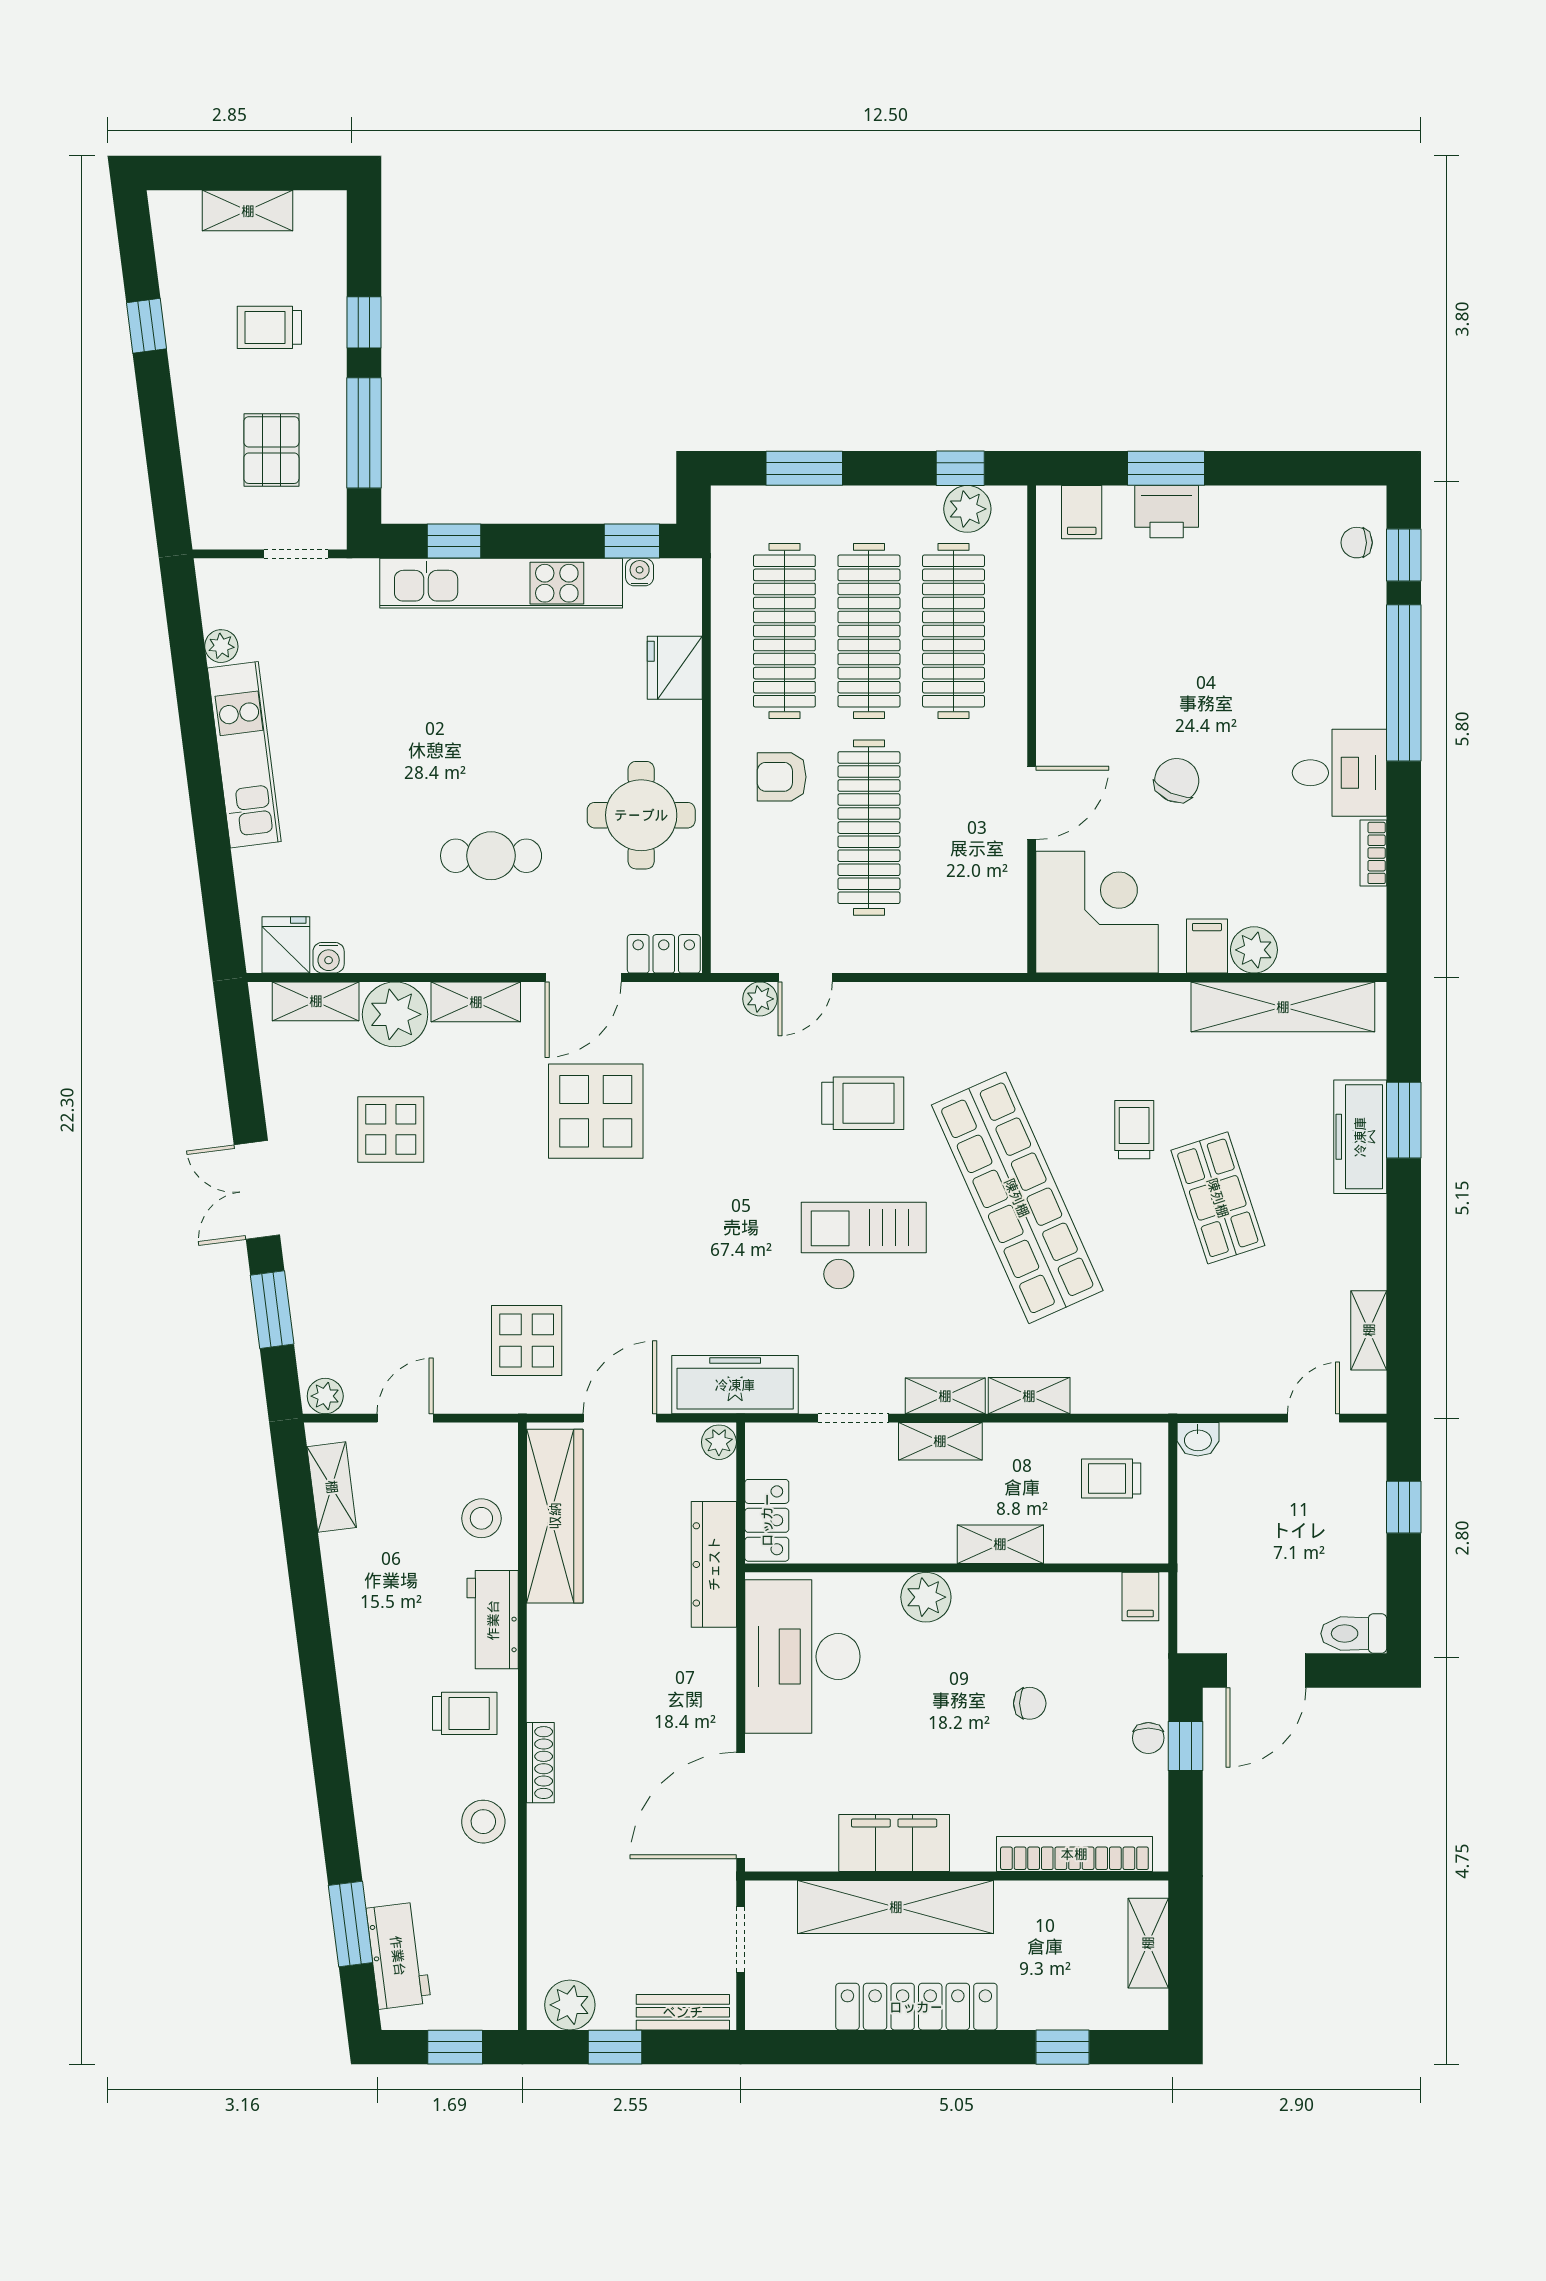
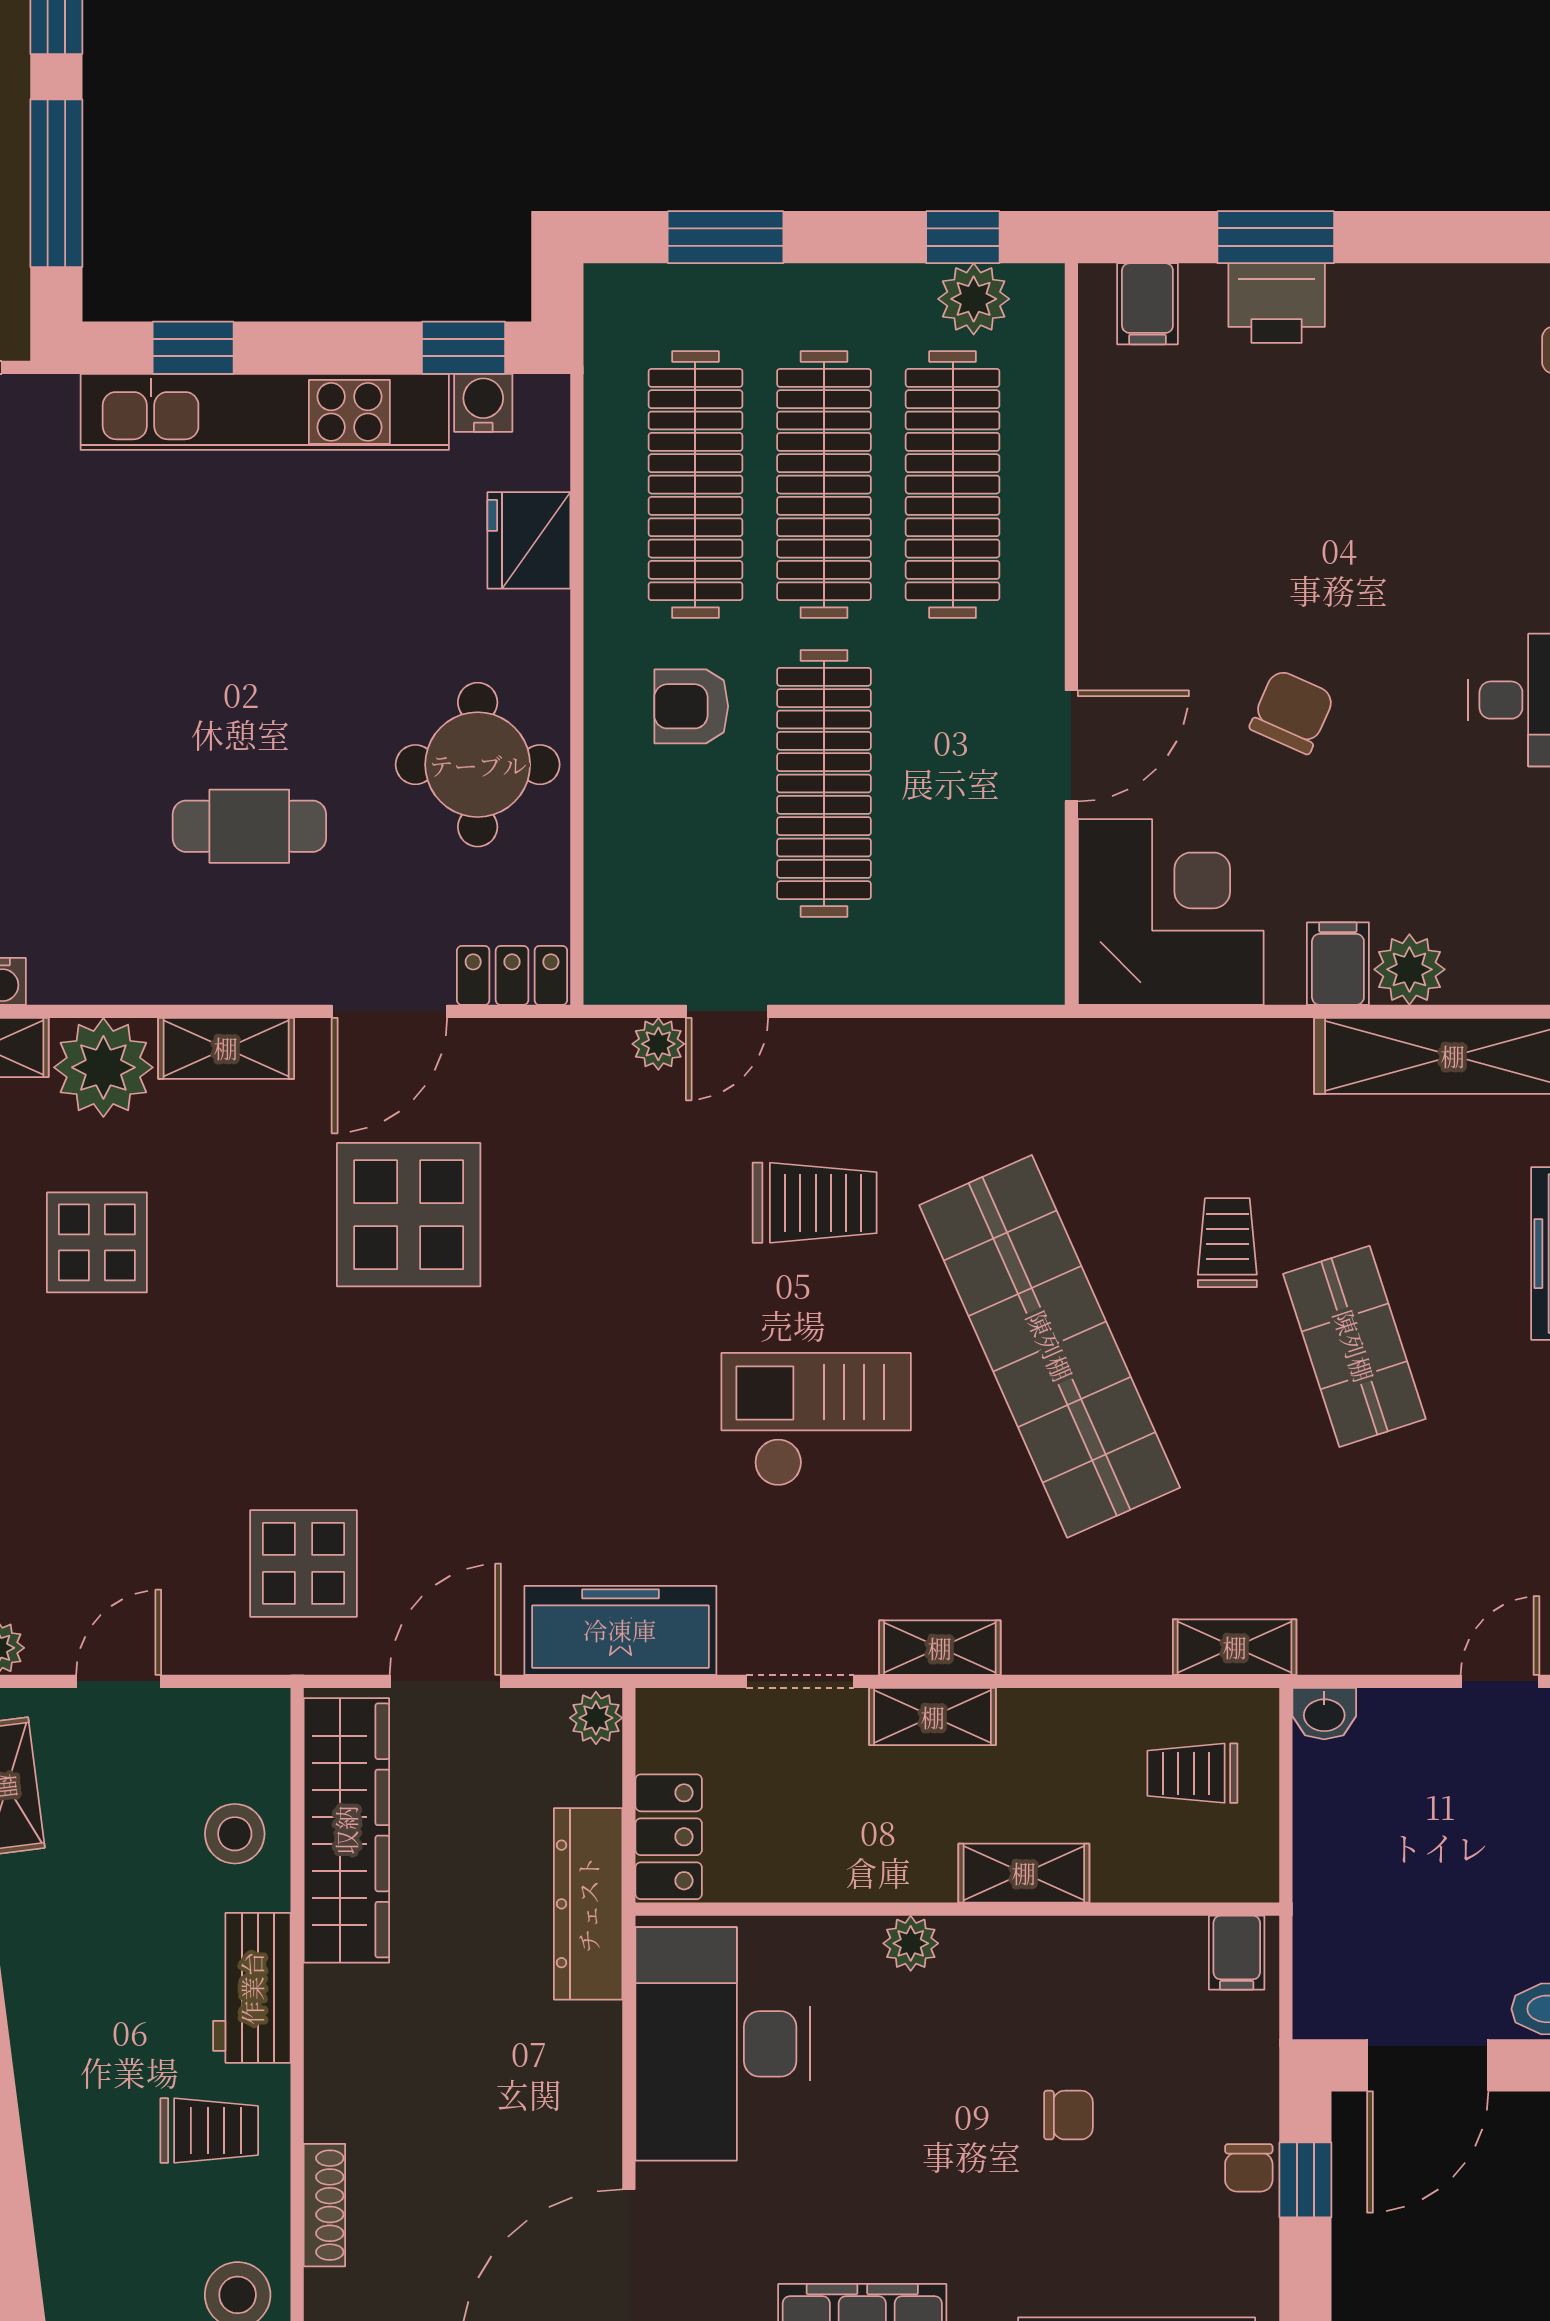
water cooler: (640, 572) -> (483, 403), width x1.38, depth x1.38
shelving: (1029, 1396) -> (1235, 1647), moved
plant: (926, 1597) -> (911, 1943), width x0.73, depth x0.73

